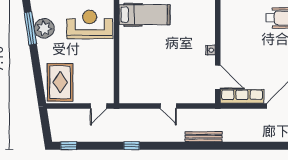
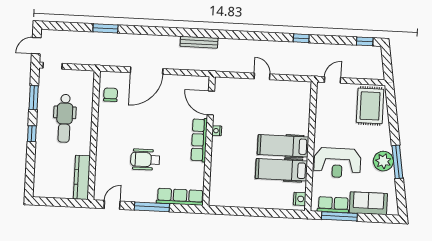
hospital bed: (144, 39) -> (283, 146), added
row of seats: (242, 96) -> (199, 140), moved, turned 90
bench: (204, 137) -> (199, 42), moved

